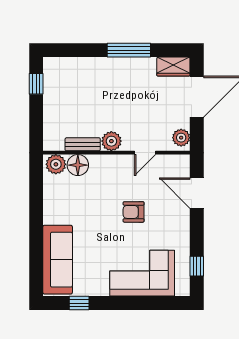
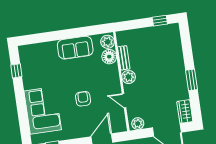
window: (129, 50) -> (192, 80), width x0.69
sofa: (58, 260) -> (75, 48), moved, width x0.73

